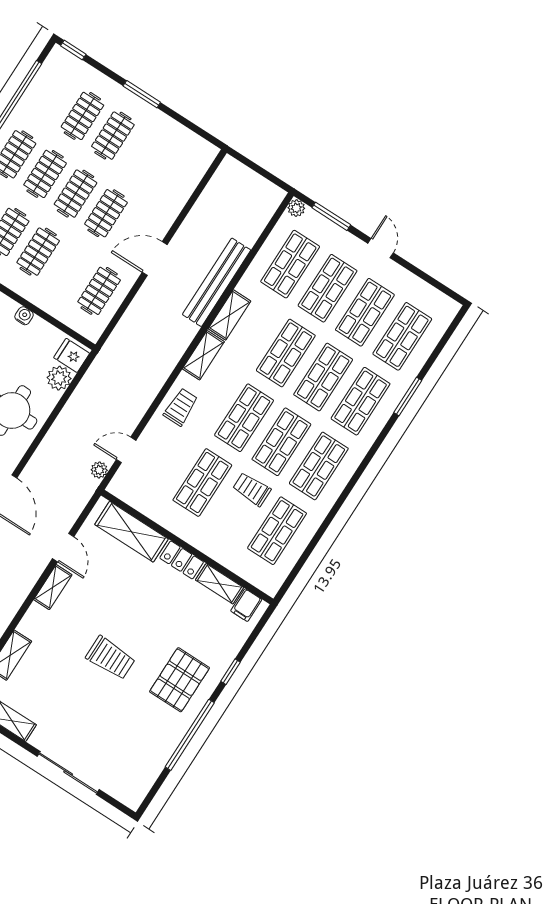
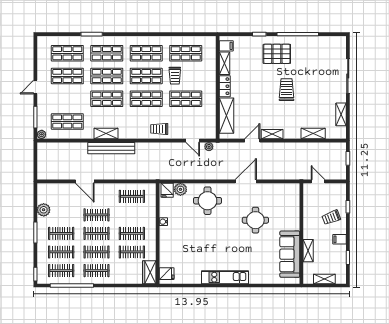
clothes rail: (52, 96) -> (61, 271), added
plant: (170, 132) -> (44, 210), added
door: (155, 259) -> (85, 181), moved
bench: (217, 282) -> (111, 148), moved
shop shelf: (328, 288) -> (67, 99), removed
shelving: (203, 355) -> (131, 134), removed

